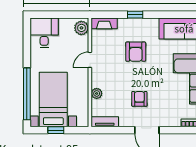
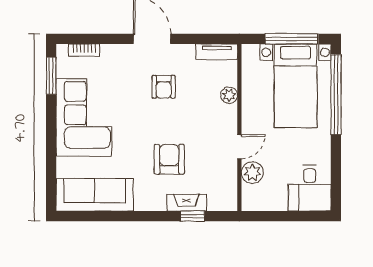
window: (135, 15) -> (192, 216), moved
fireplace: (104, 23) -> (186, 203), moved
plant: (81, 28) -> (252, 173), moved
window: (56, 130) -> (292, 39), width x2.17

